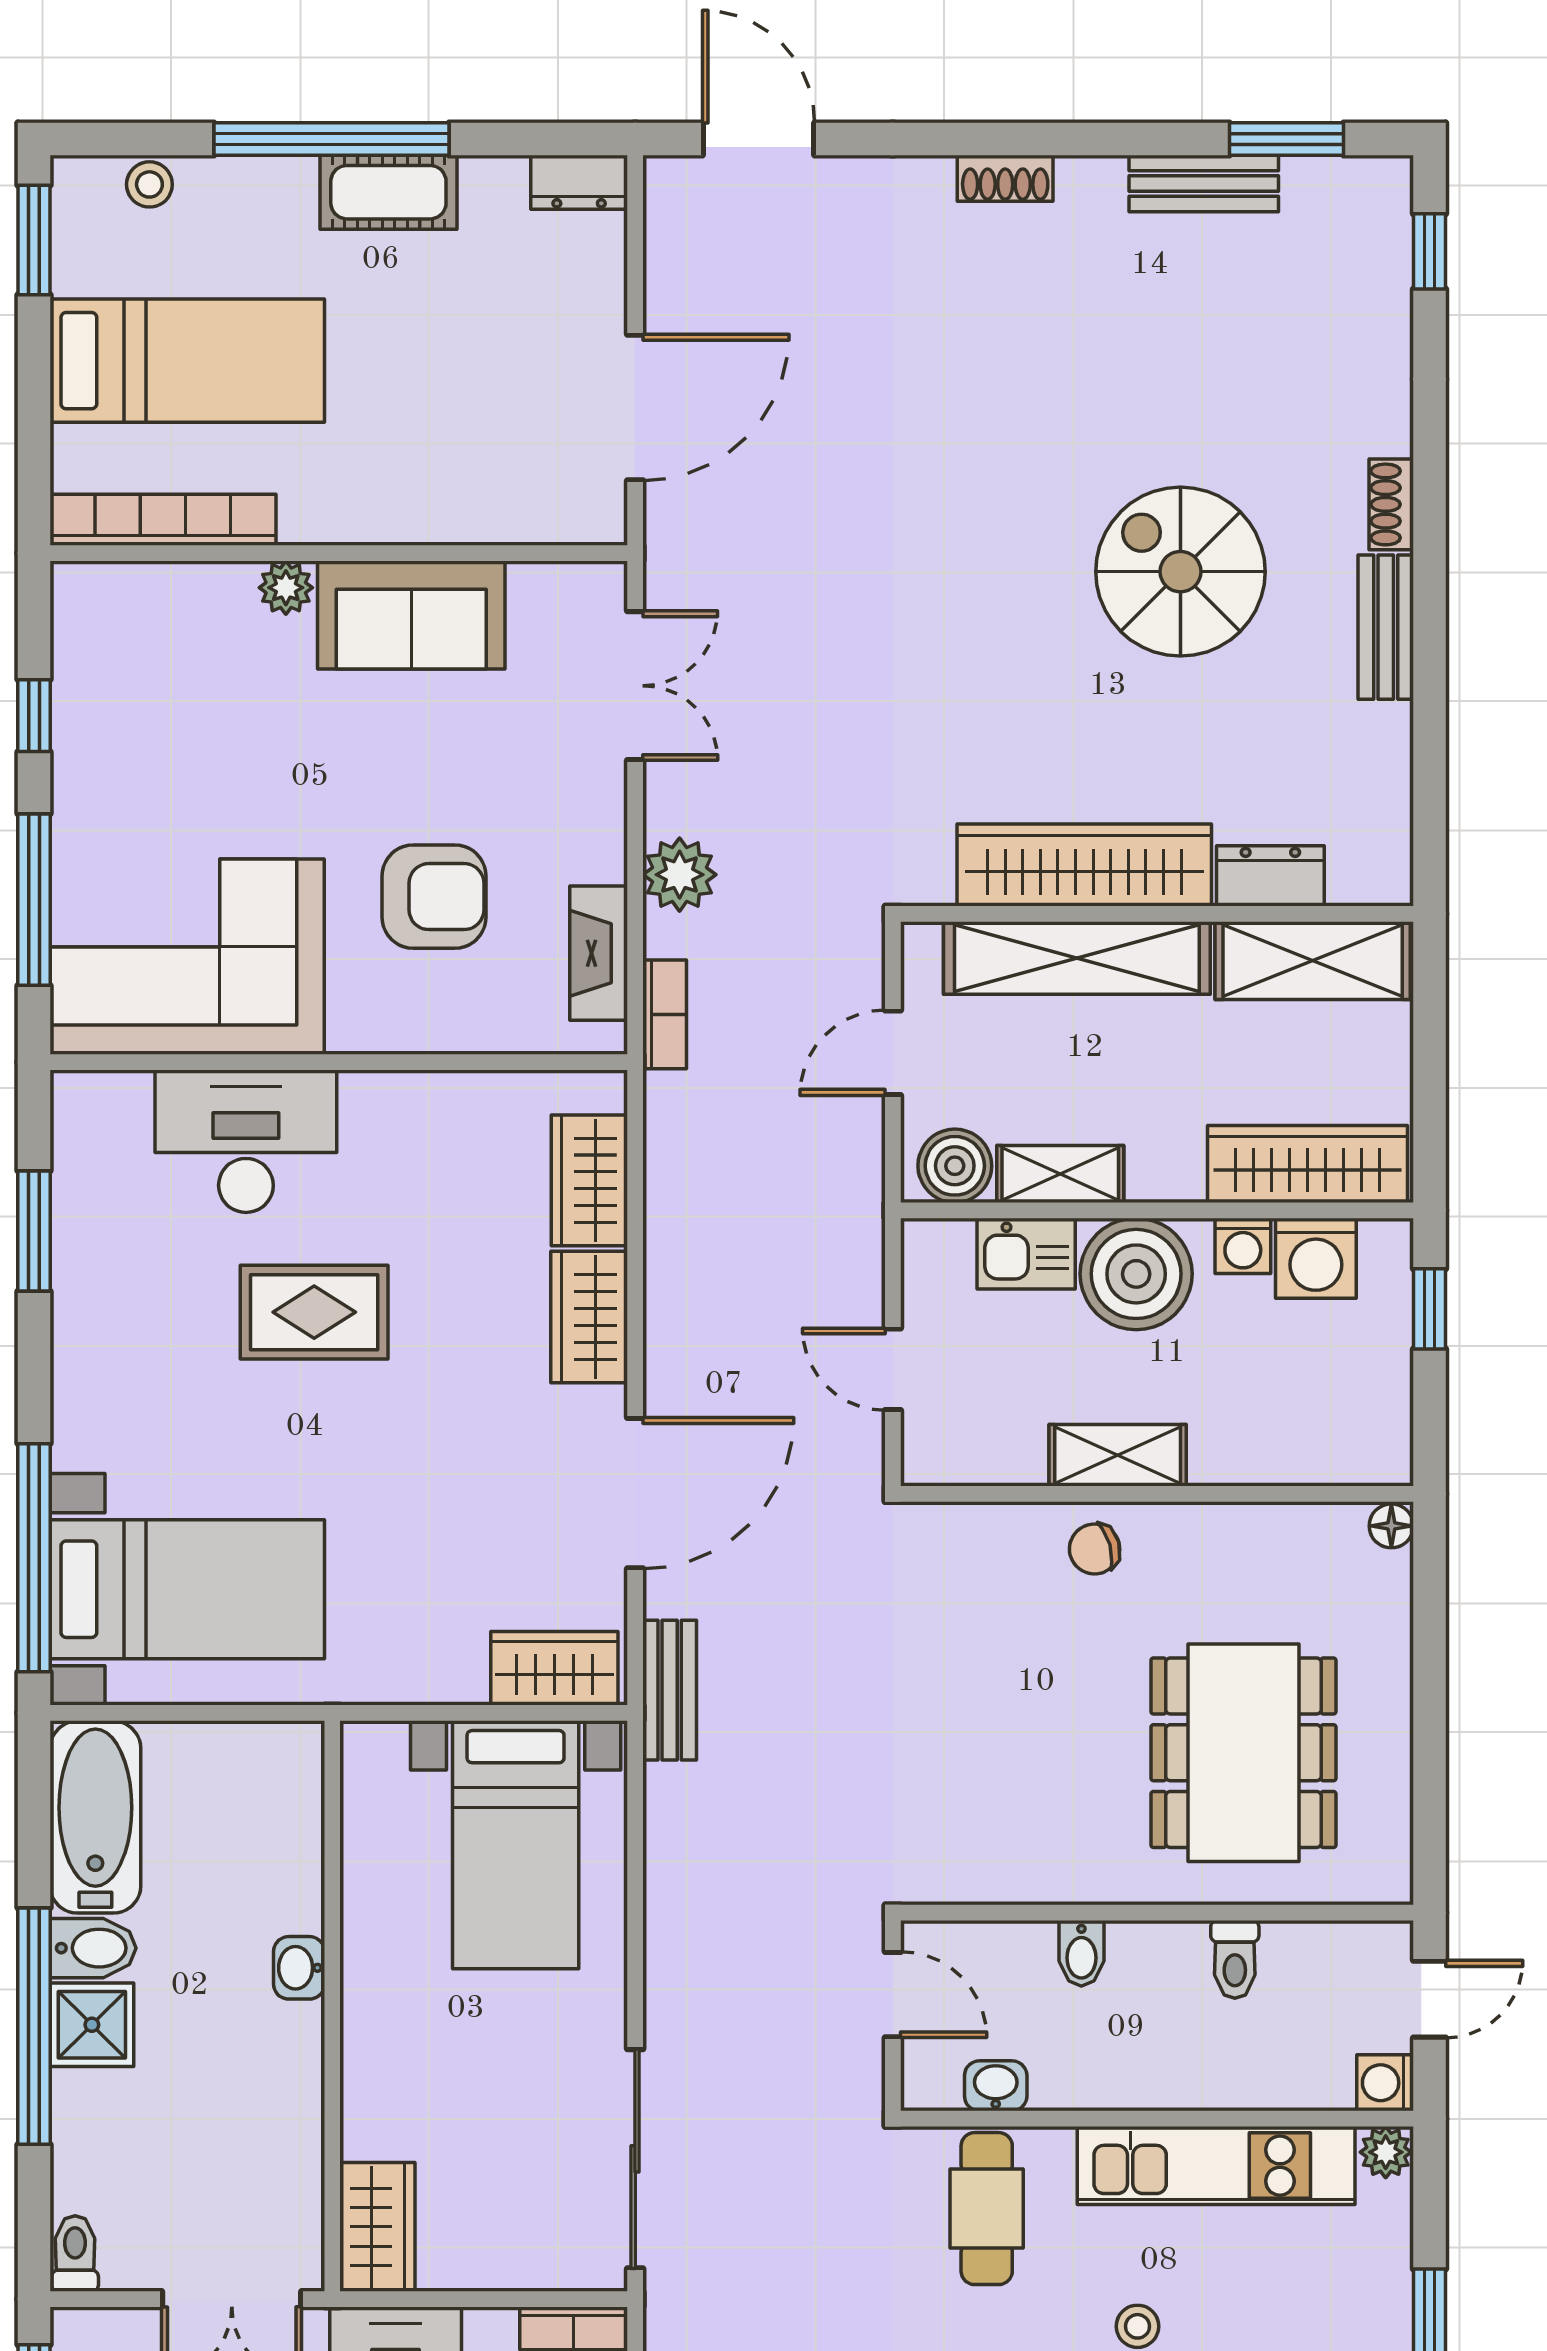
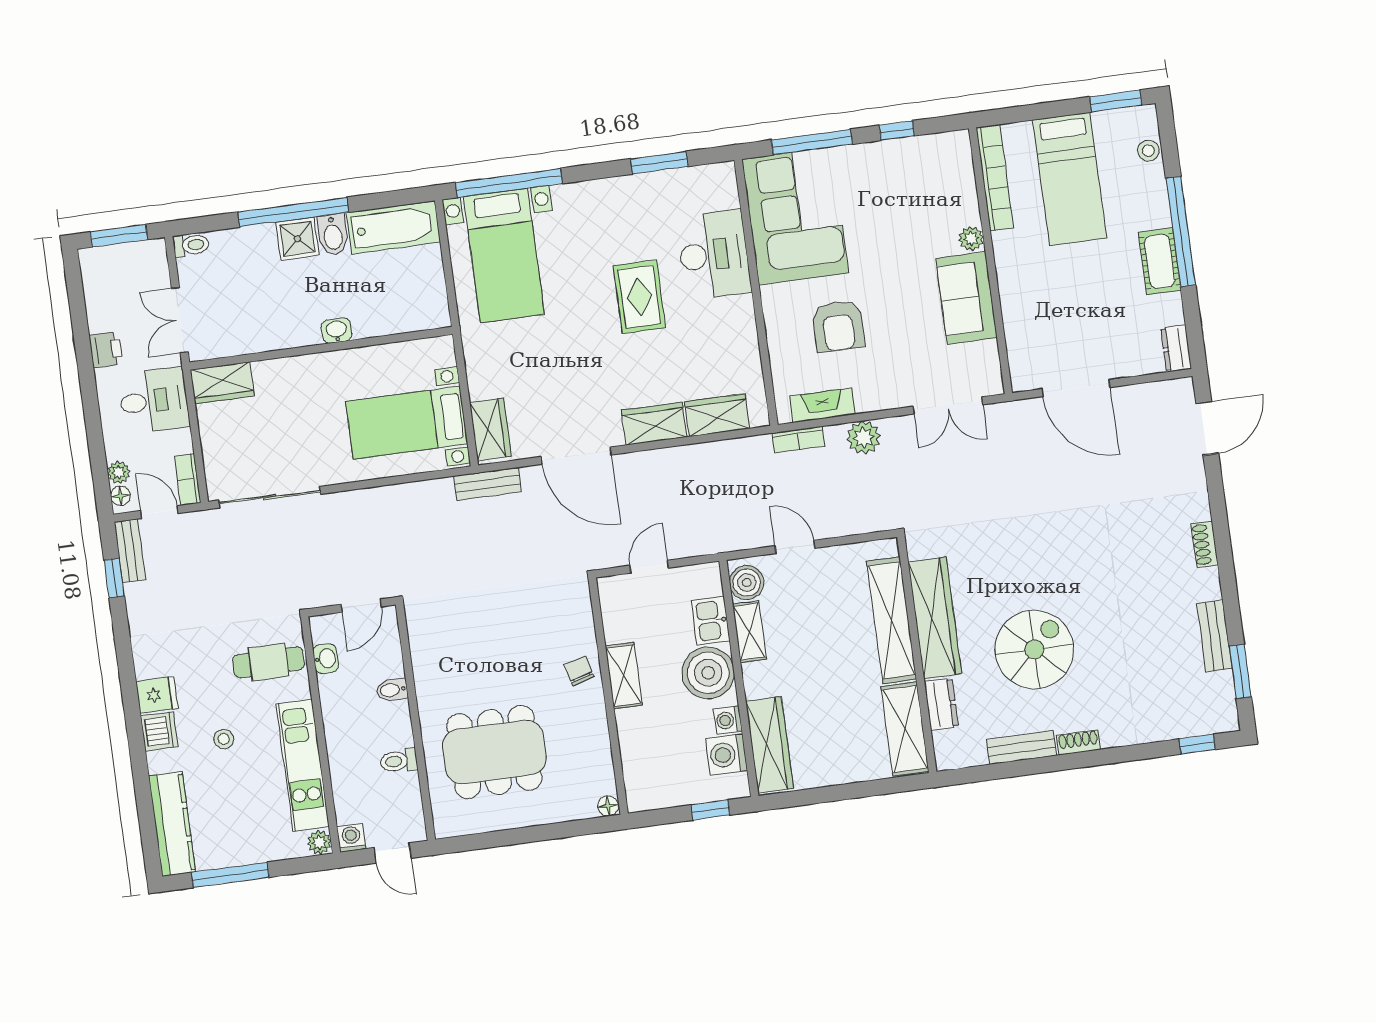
wardrobe: (1084, 865) -> (935, 618), moved
dresser: (1270, 876) -> (941, 704), moved
wall: (1157, 914) -> (917, 654), moved
shelving: (1077, 958) -> (891, 620), moved
shelving: (1313, 961) -> (905, 729), moved

